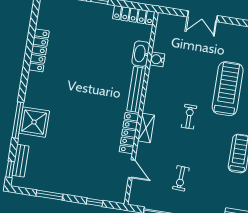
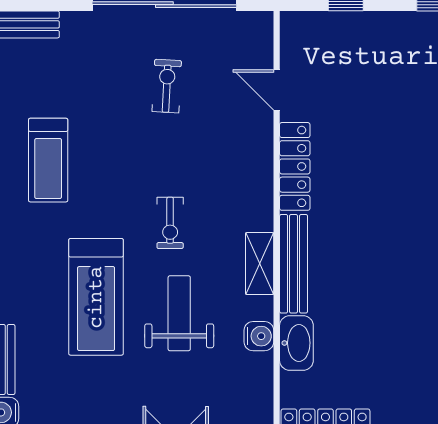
weight bench: (191, 75) -> (179, 313), added
shelving: (146, 128) -> (260, 264), moved

